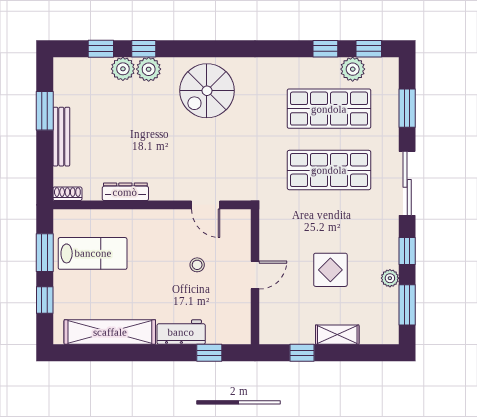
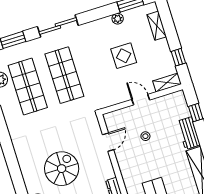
spiral stairs: (207, 91) -> (62, 169), moved, turned -90
window: (407, 251) -> (98, 13), removed
shelving: (269, 323) -> (167, 83), added
shelving: (337, 335) -> (157, 26), moved

